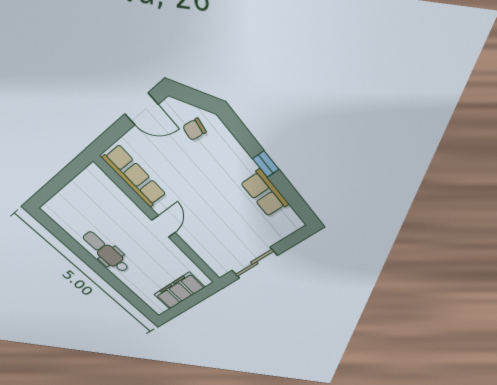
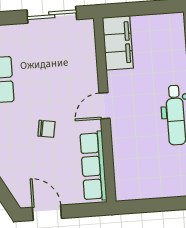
chair: (194, 129) -> (46, 129), moved
filing cabinet: (179, 291) -> (118, 43), moved, turned -90

